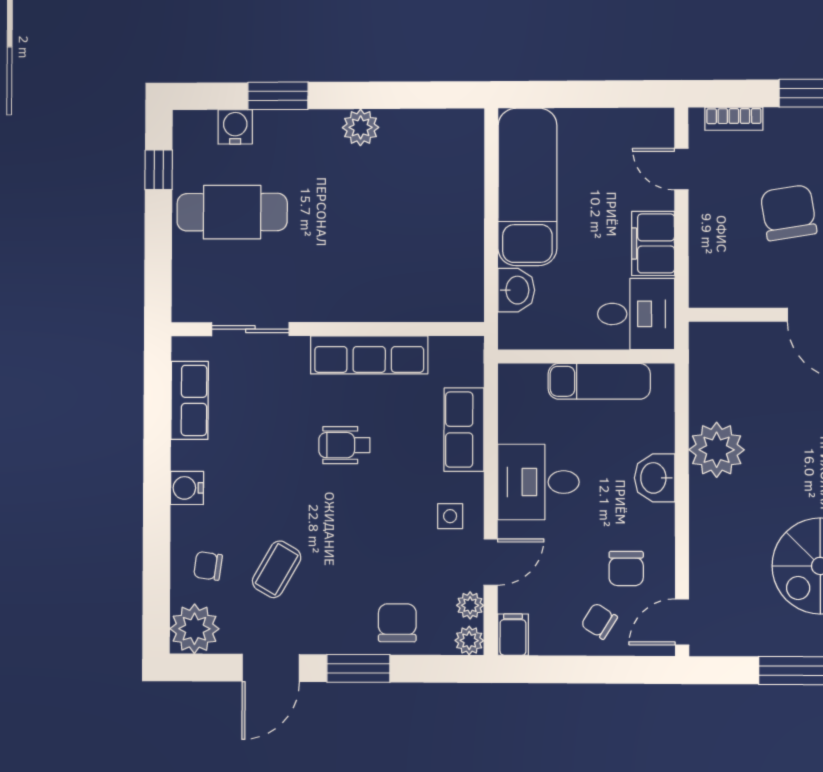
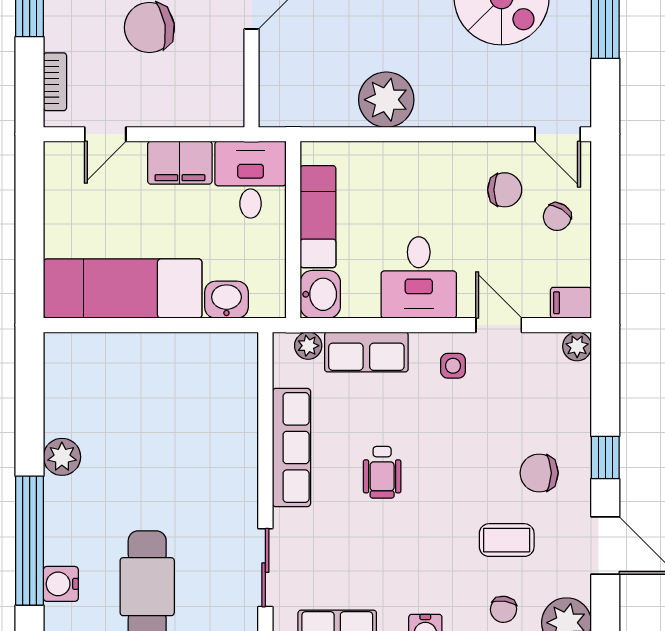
window: (278, 96) -> (30, 541), width x2.11
washbasin: (655, 478) -> (320, 294), moved, turned -90
coffee table: (277, 569) -> (507, 540), turned -30
plant: (470, 605) -> (308, 346), moved
chair: (397, 623) -> (539, 473), moved
window: (358, 668) -> (605, 457), width x0.67

